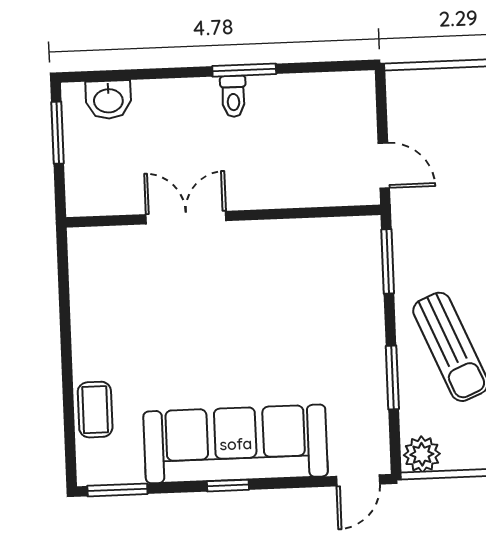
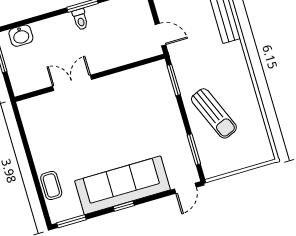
window: (392, 377) -> (194, 149), moved
plant: (422, 454) -> (213, 168), removed

